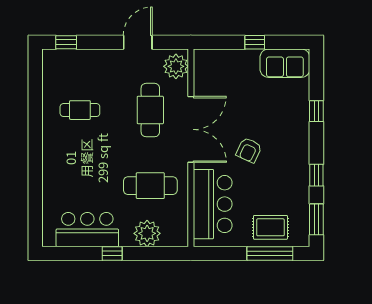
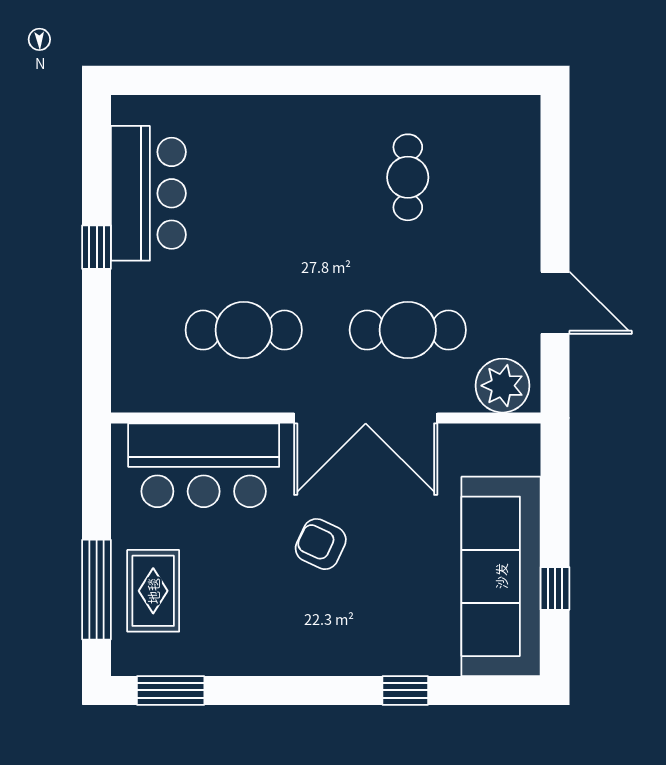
window: (66, 42) -> (555, 147), removed
window: (255, 42) -> (555, 588), moved
sofa: (285, 63) -> (501, 576), width x1.85, depth x1.27
window: (316, 175) -> (266, 690), removed
cafe table: (150, 186) -> (244, 330), turned 90
plant: (147, 233) -> (140, 323), removed

